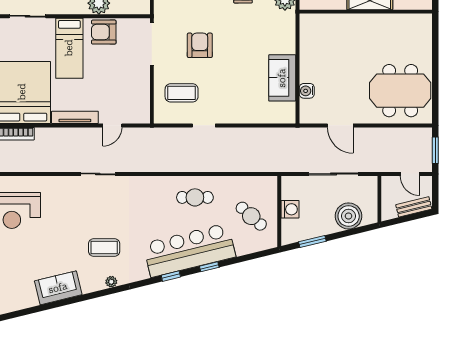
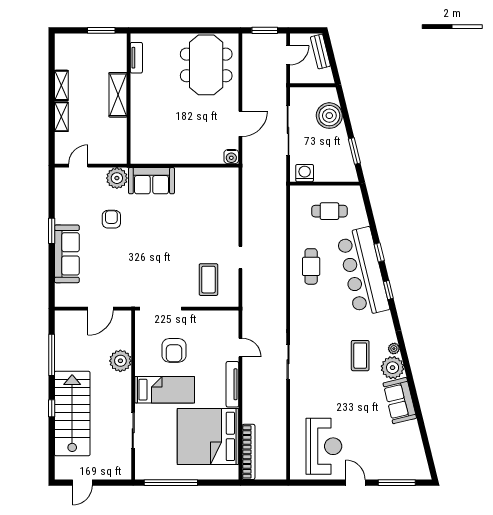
tv unit: (407, 19) -> (136, 58), added
armchair: (104, 32) -> (174, 350), moved
armchair: (200, 45) -> (162, 262), removed
sofa: (282, 78) -> (151, 181), moved
water cooler: (307, 91) -> (231, 157), moved
washing machine: (290, 209) -> (305, 173), moved
cafe table: (251, 216) -> (329, 211), turned 48
plant: (92, 280) -> (393, 368), added

